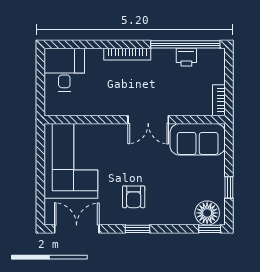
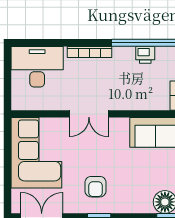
desk: (64, 70) -> (37, 67), width x1.37
double door: (148, 120) -> (89, 114), moved

